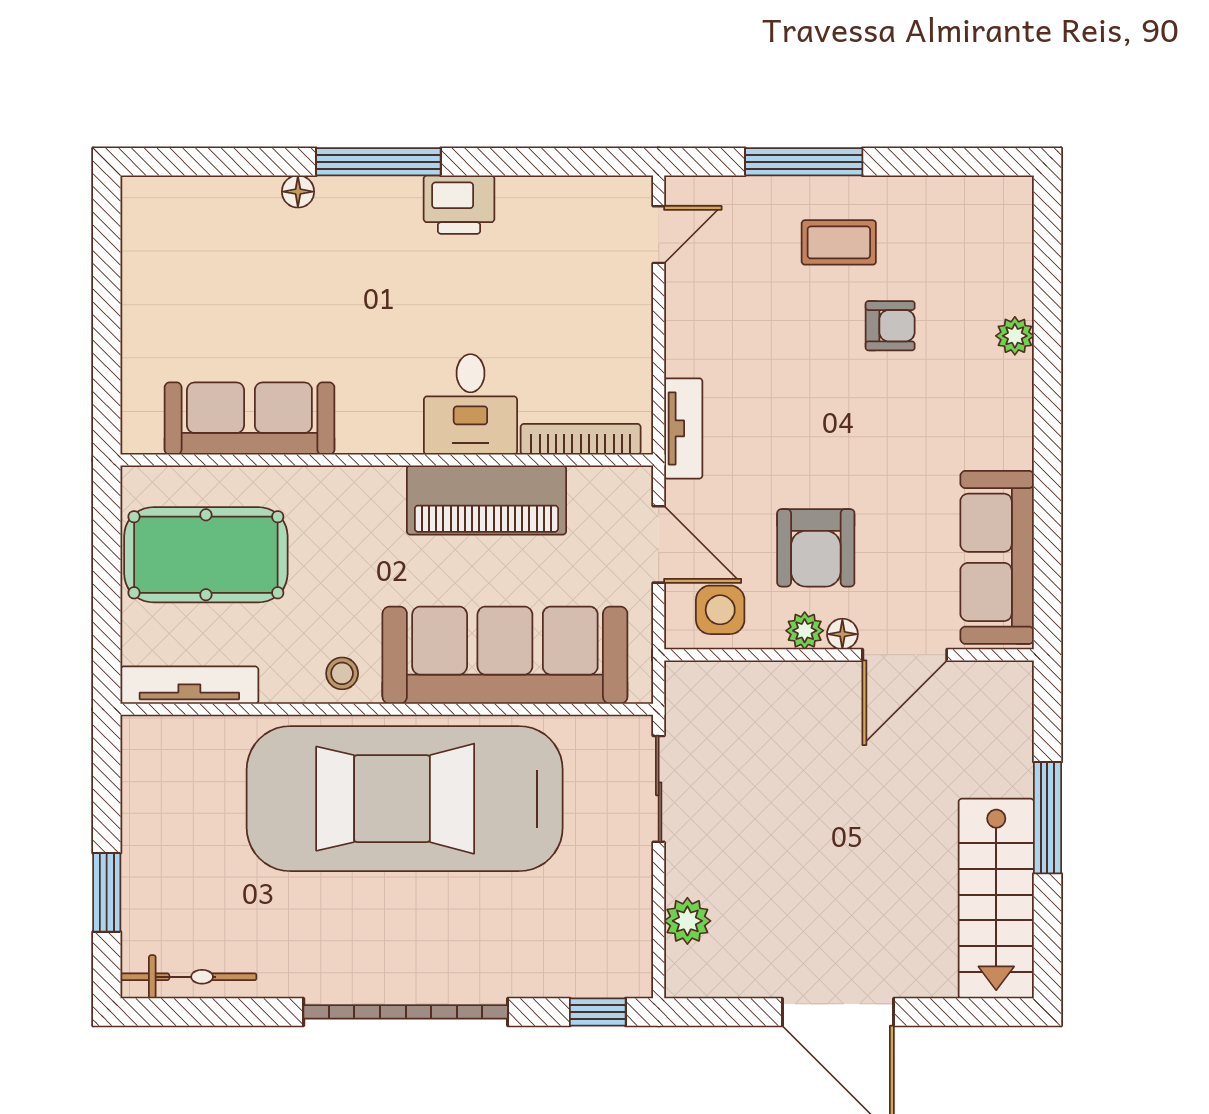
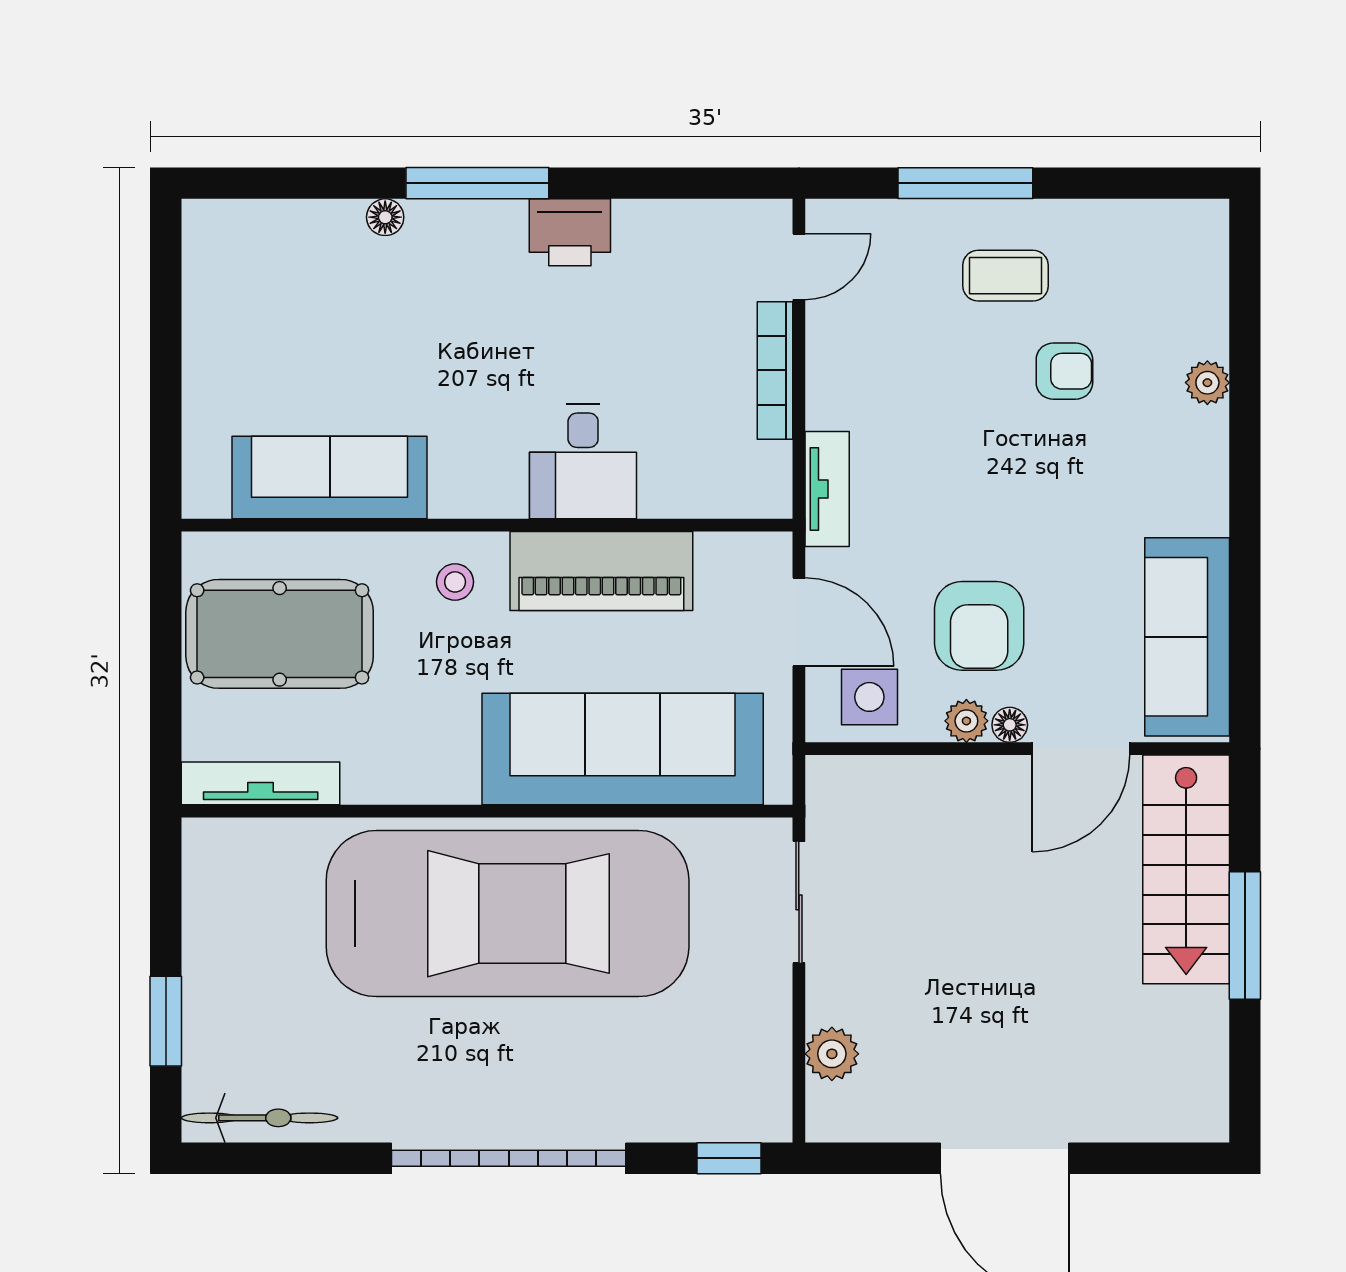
bookcase: (581, 439) -> (775, 370), moved, turned -90
stool: (342, 673) -> (455, 582), moved
car: (405, 799) -> (508, 914), turned 180
stairs: (996, 899) -> (1186, 869), moved

